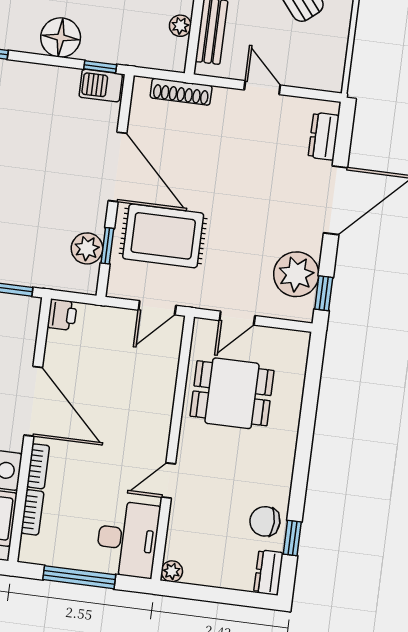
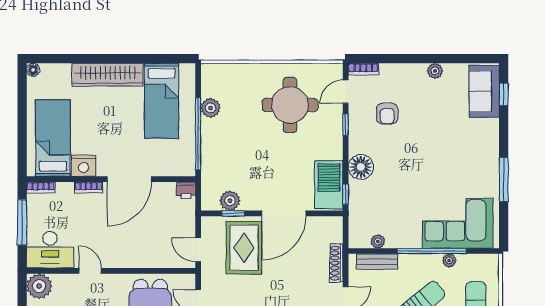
barbecue: (101, 86) -> (329, 185), width x1.88, depth x1.53
shoe rack: (181, 92) -> (336, 263), moved
bookcase: (32, 512) -> (41, 187), moved
plant: (172, 571) -> (39, 286), width x1.88, depth x1.88

